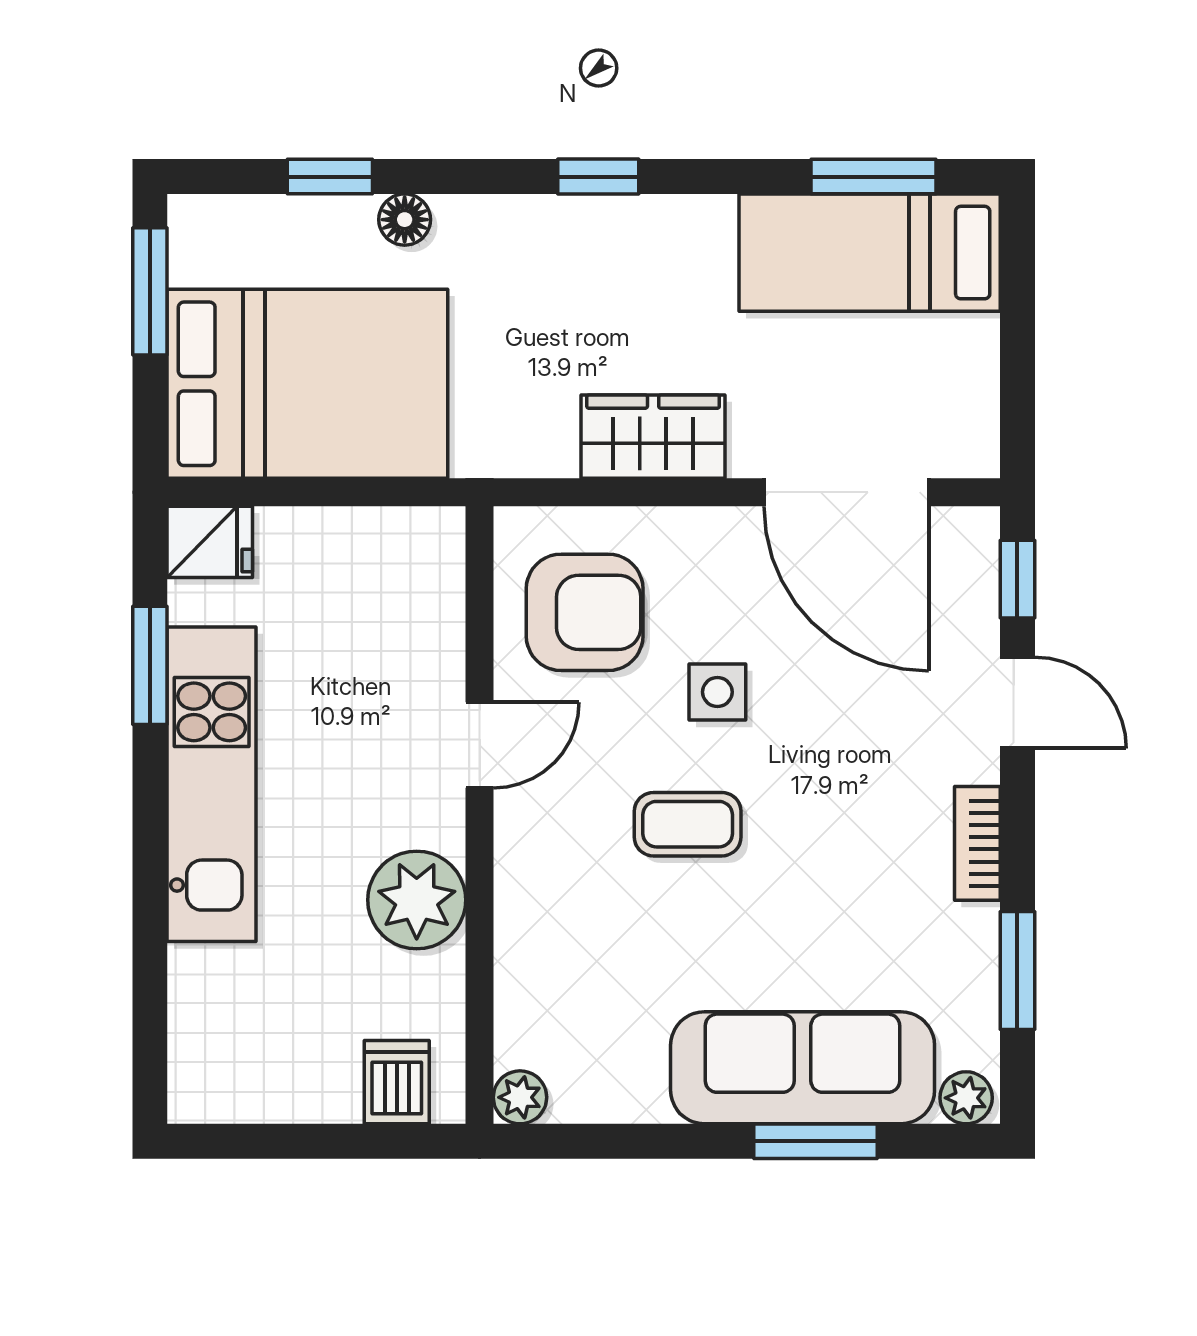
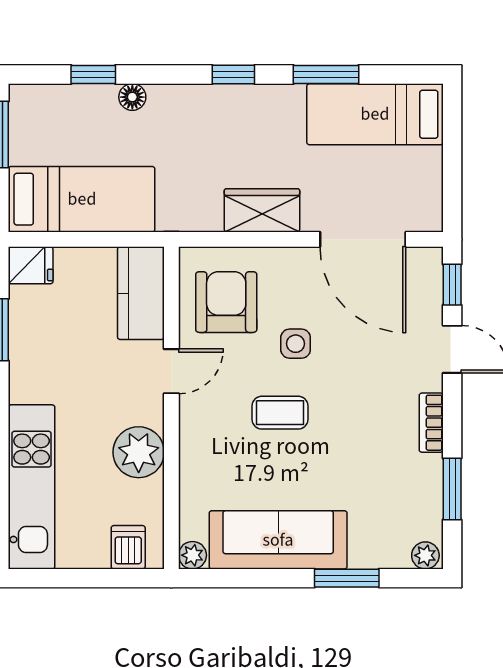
window: (874, 177) -> (326, 75), moved
bed: (307, 384) -> (82, 199), width x0.67
kitchen counter: (421, 595) -> (141, 293), added
armchair: (585, 612) -> (226, 302), turned -90
kitchen unit: (212, 784) -> (32, 487), moved
sofa: (803, 1068) -> (278, 540), moved

